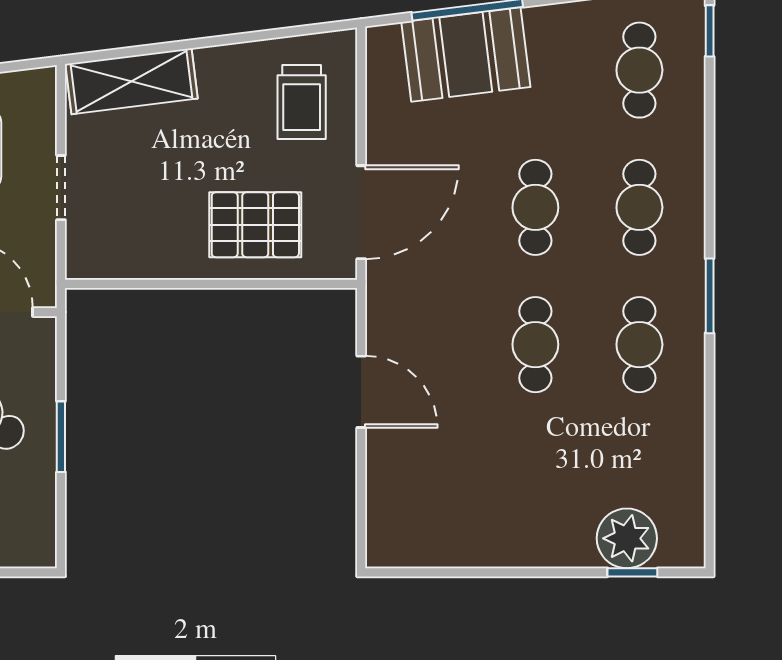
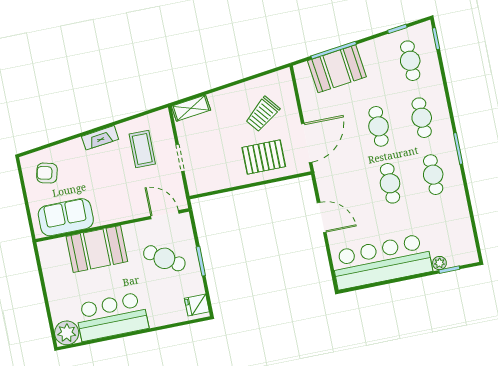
shelving: (132, 81) -> (191, 108), width x0.67, depth x0.75
trolley: (302, 102) -> (263, 114), moved, turned 51
bar counter: (480, 522) -> (382, 262), added
fridge: (31, 536) -> (197, 305), added
plant: (627, 538) -> (439, 263), width x0.53, depth x0.53

